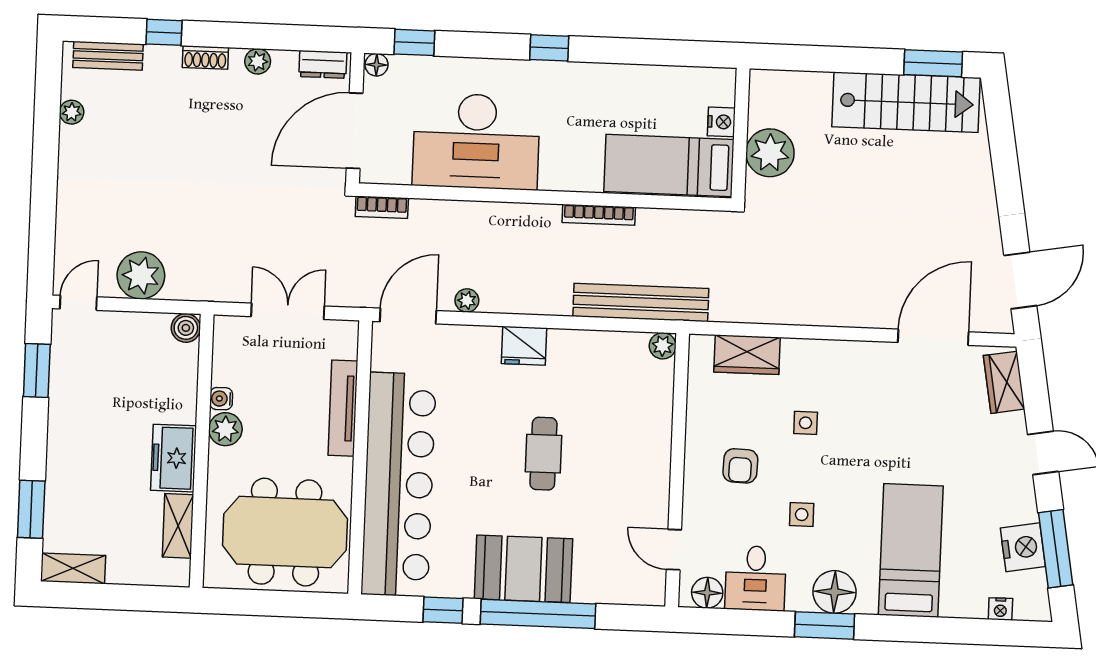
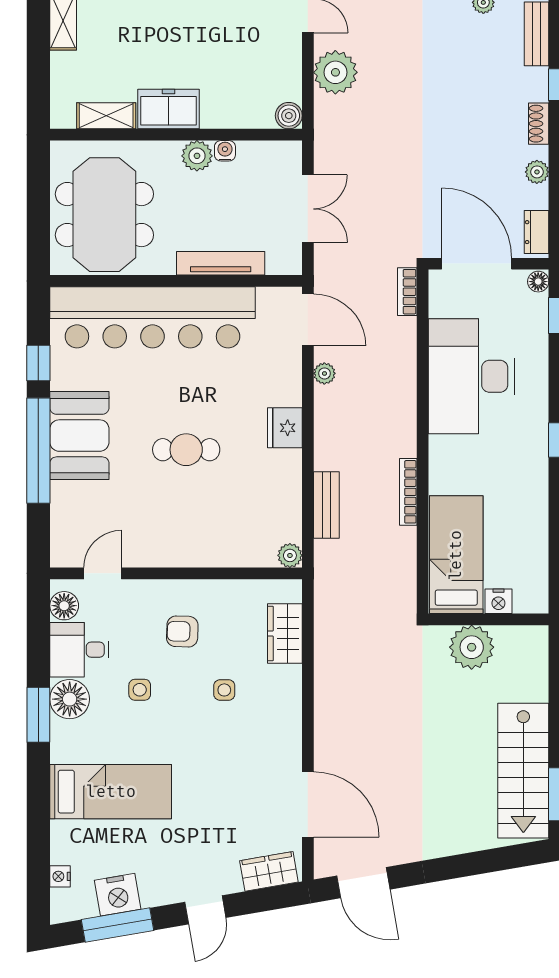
bench: (641, 302) -> (326, 505), width x0.54, depth x0.82
floor lamp: (834, 592) -> (70, 699), moved

